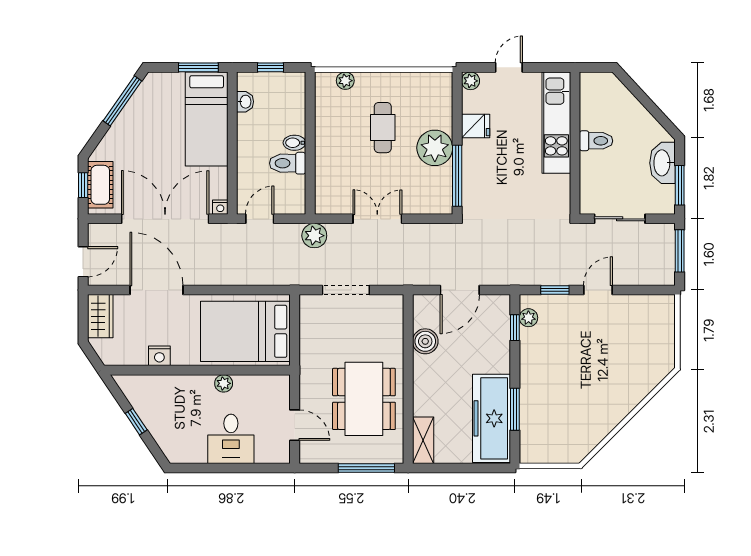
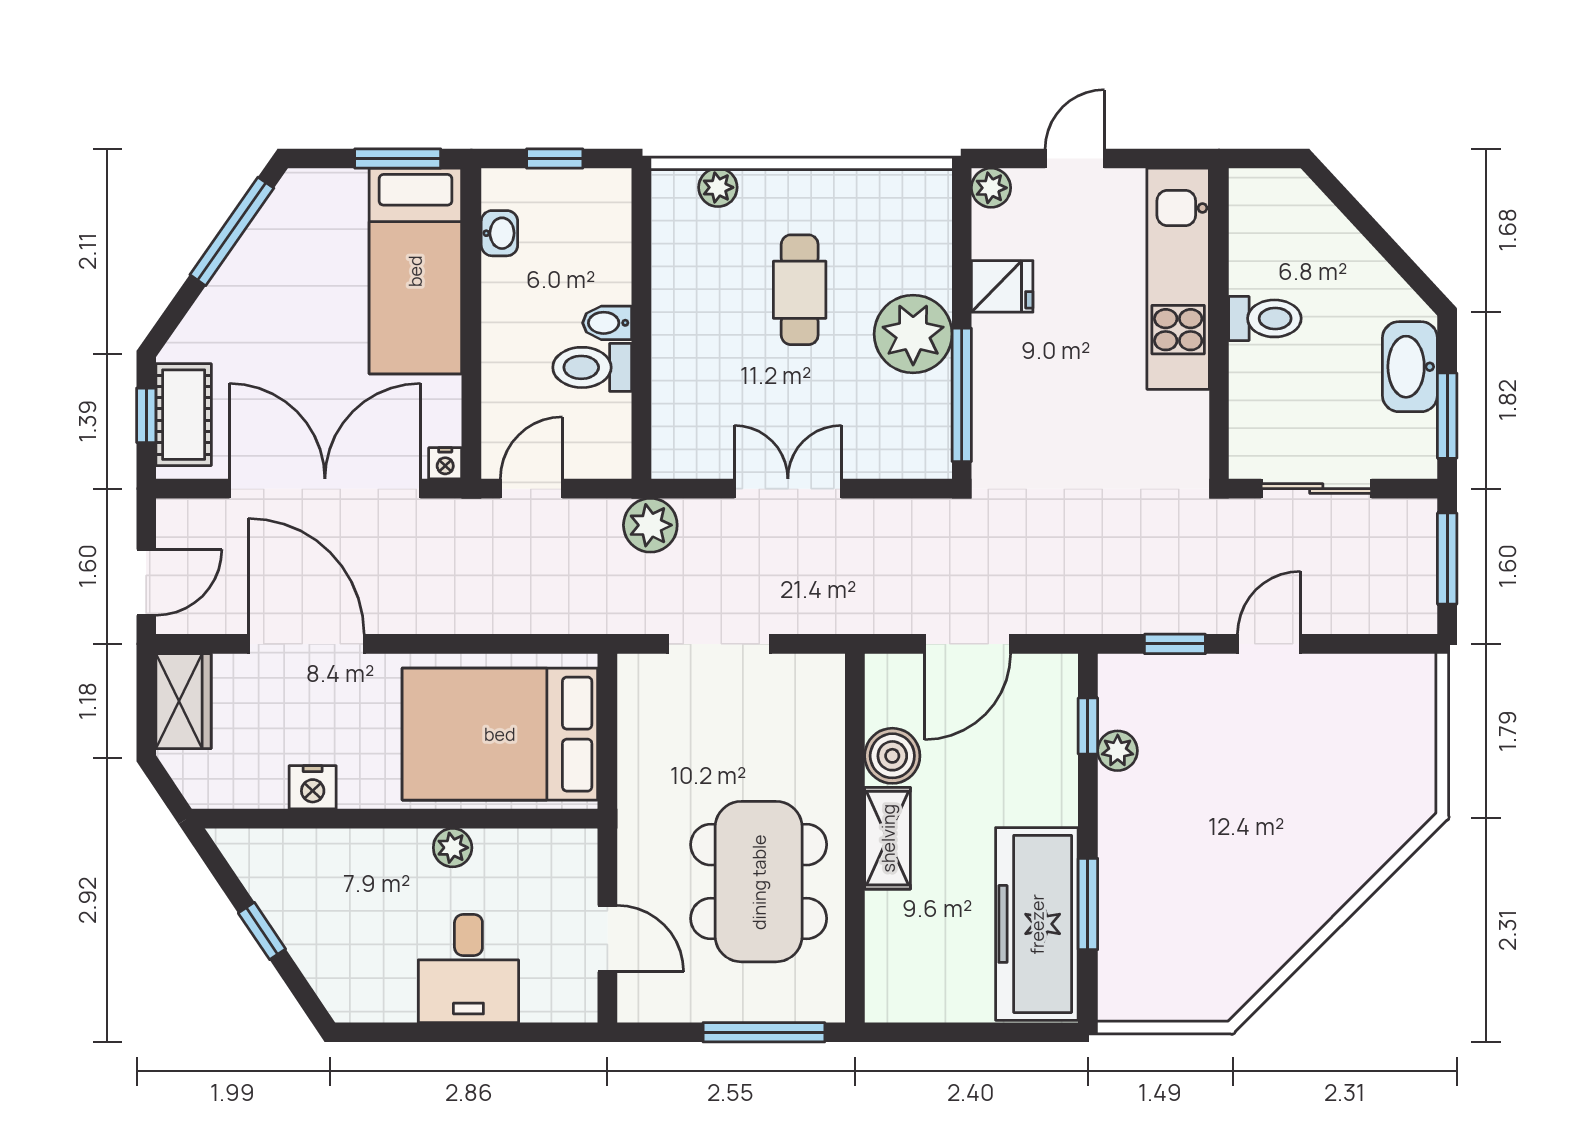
plant: (528, 318) -> (1118, 751), moved
shelving: (423, 440) -> (888, 838), moved

